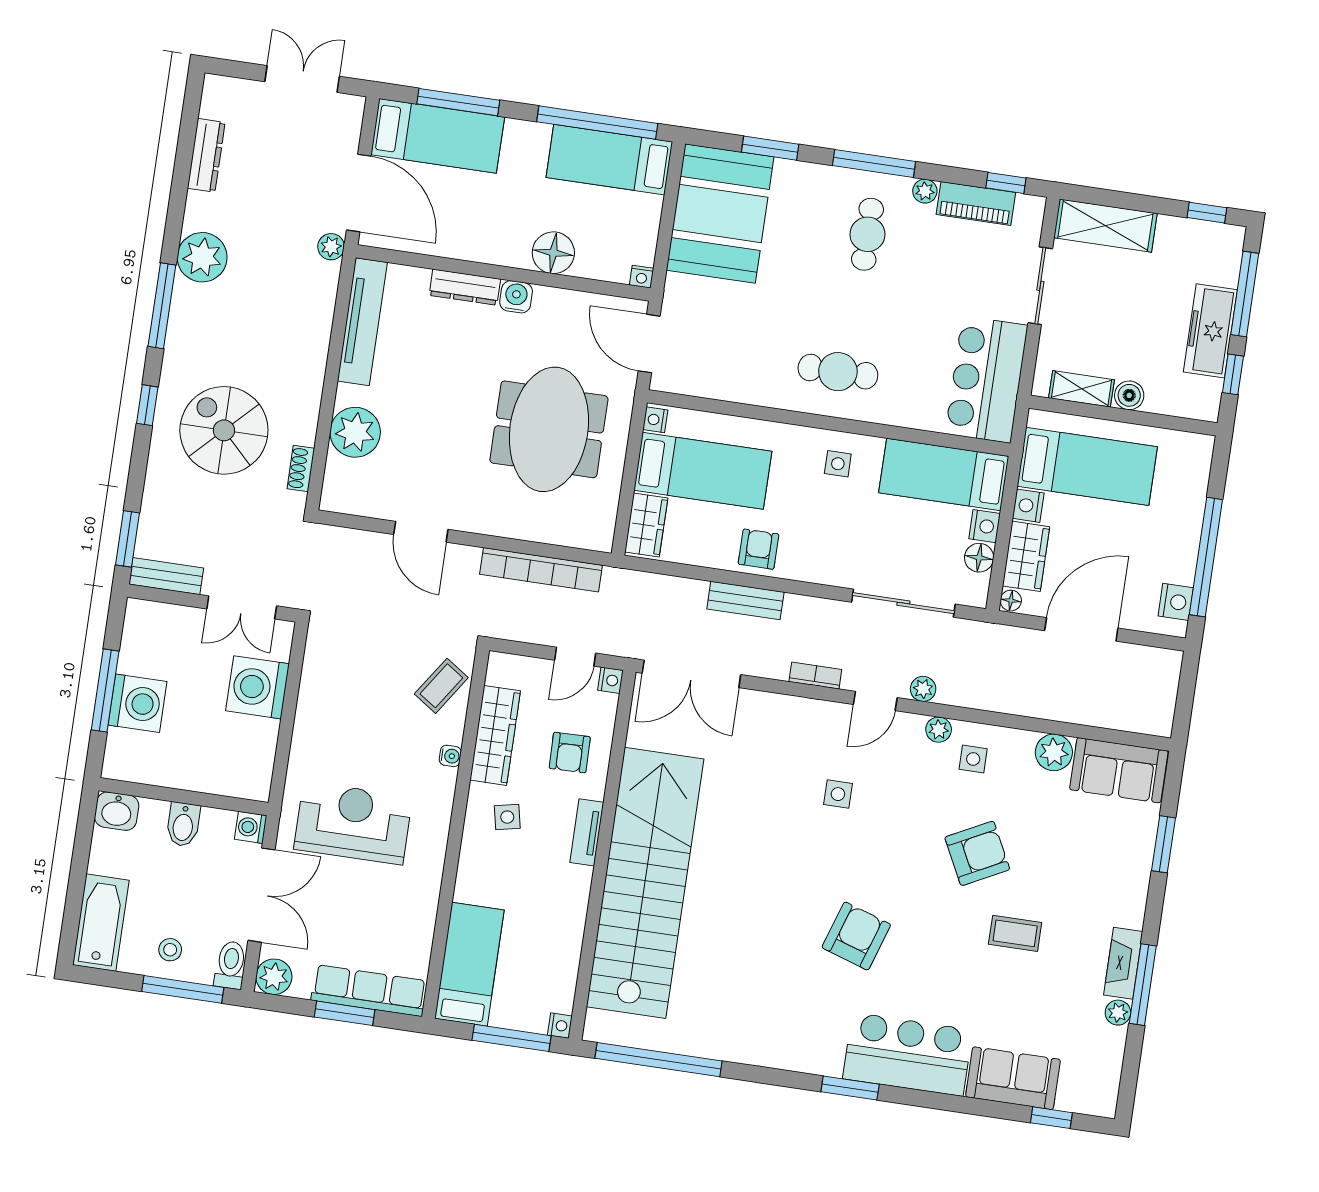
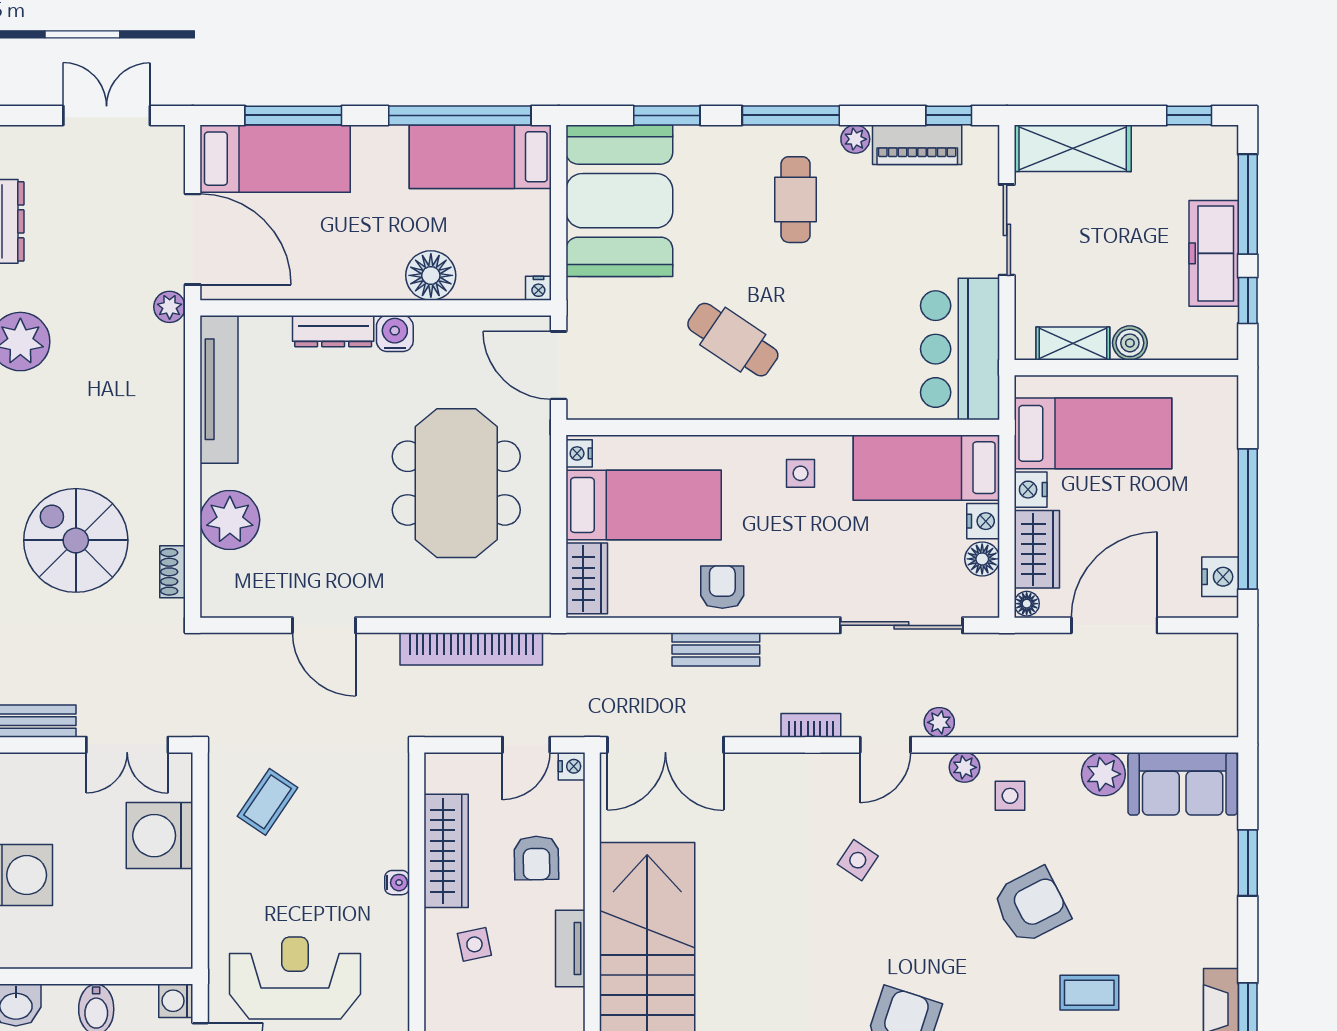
cafe table: (838, 372) -> (733, 340), moved, turned 34
coffee table: (441, 686) -> (267, 802), moved
side table: (838, 794) -> (858, 860), turned 34

